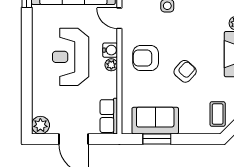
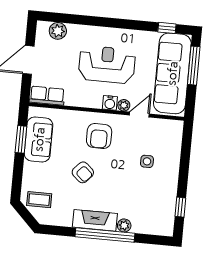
armchair: (146, 58) -> (99, 136), turned 180
plant: (111, 65) -> (124, 105), moved
plant: (40, 125) -> (58, 31), moved

